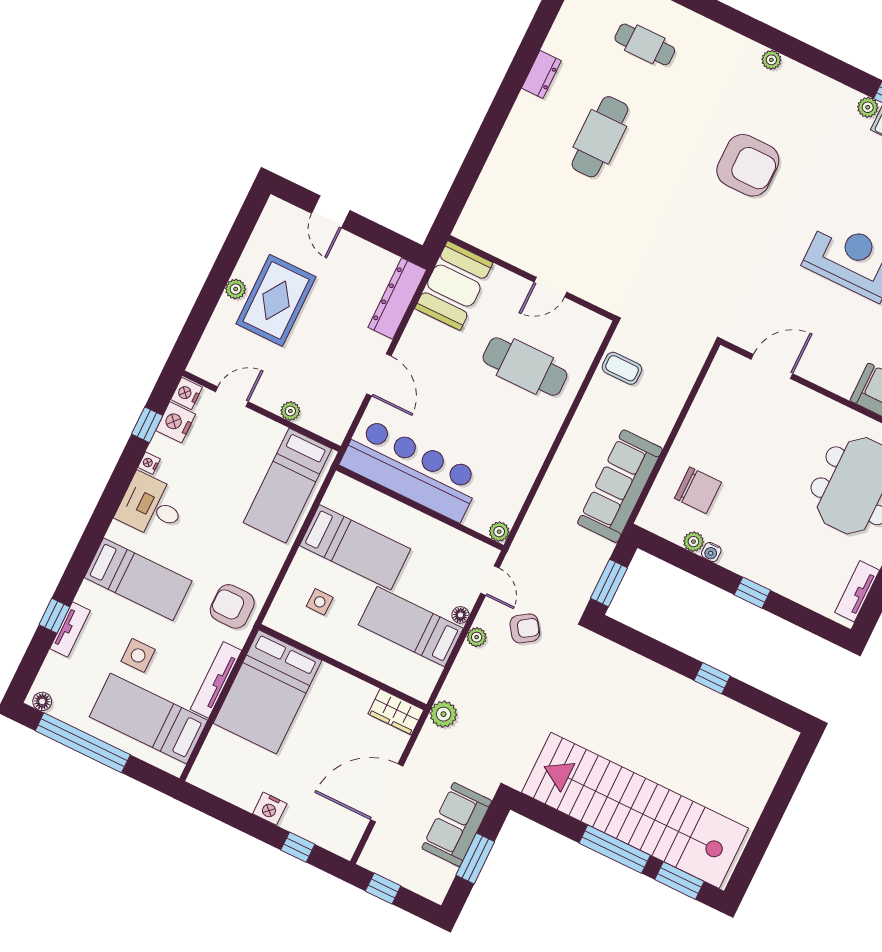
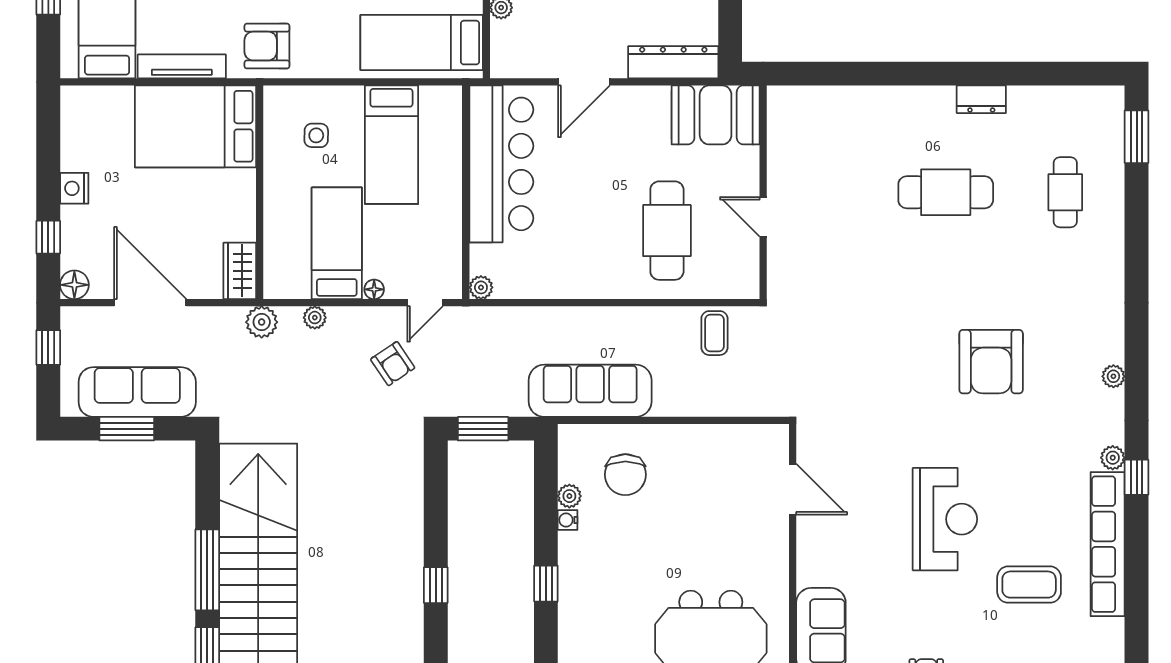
plant: (771, 60) -> (1113, 376), moved
armchair: (232, 606) -> (267, 46), turned -90
plant: (477, 637) -> (315, 318), moved
sofa: (457, 825) -> (137, 392), width x1.36
floor lamp: (344, 845) -> (74, 285), added

